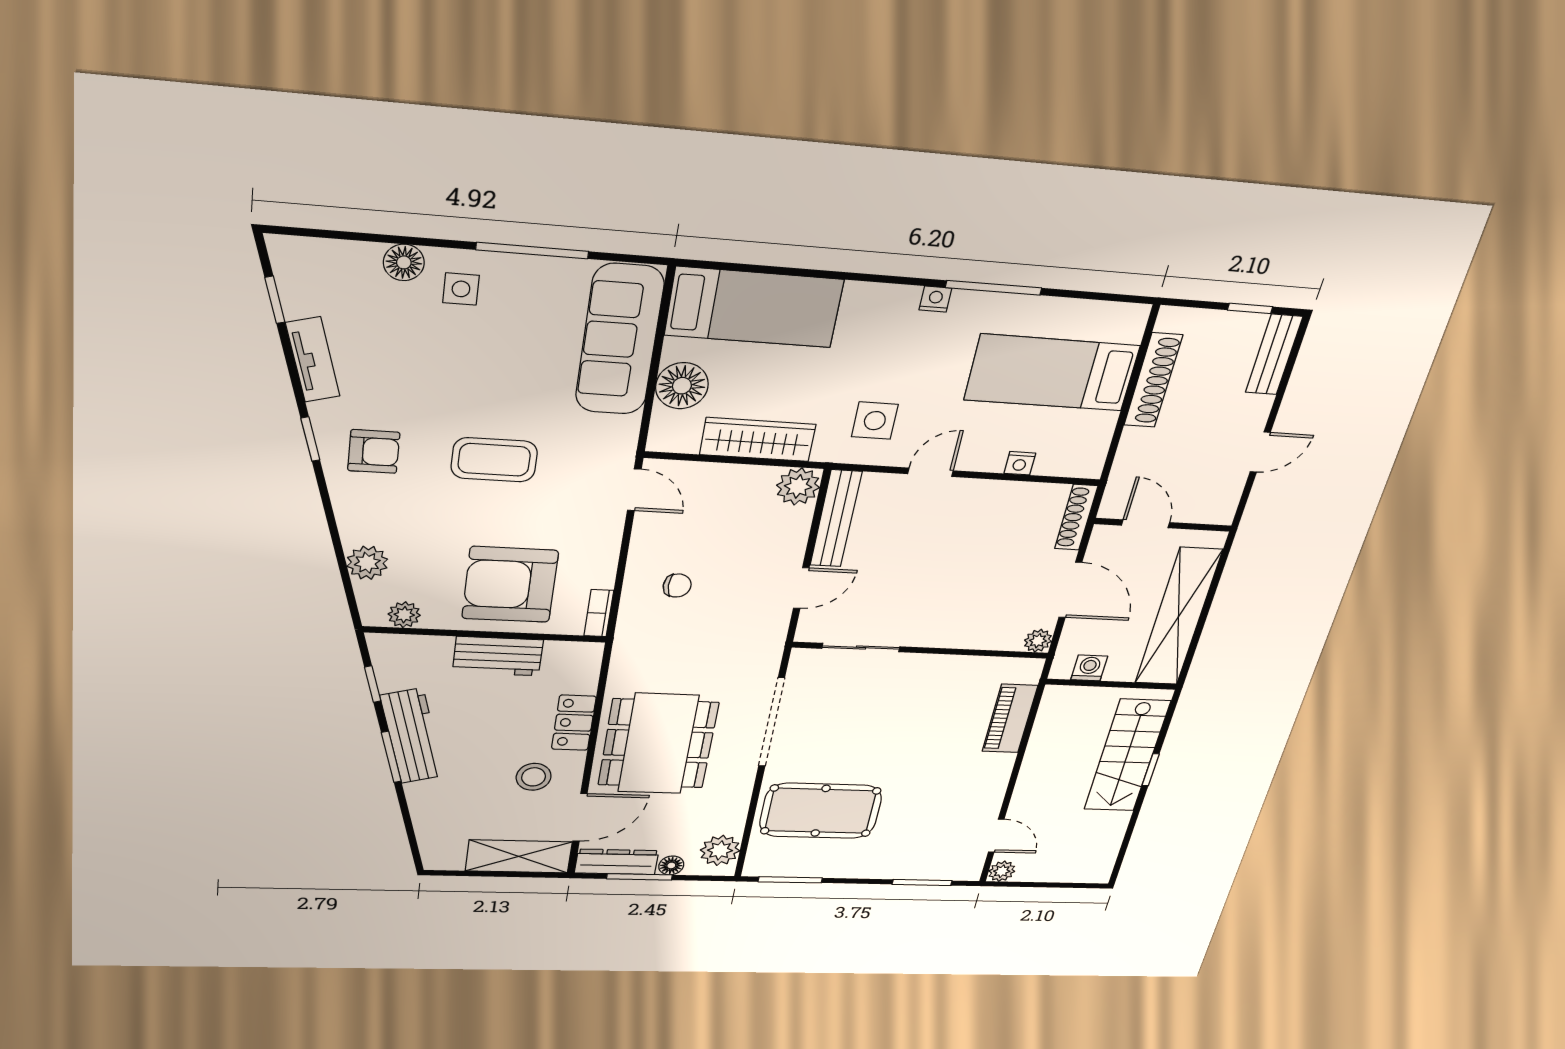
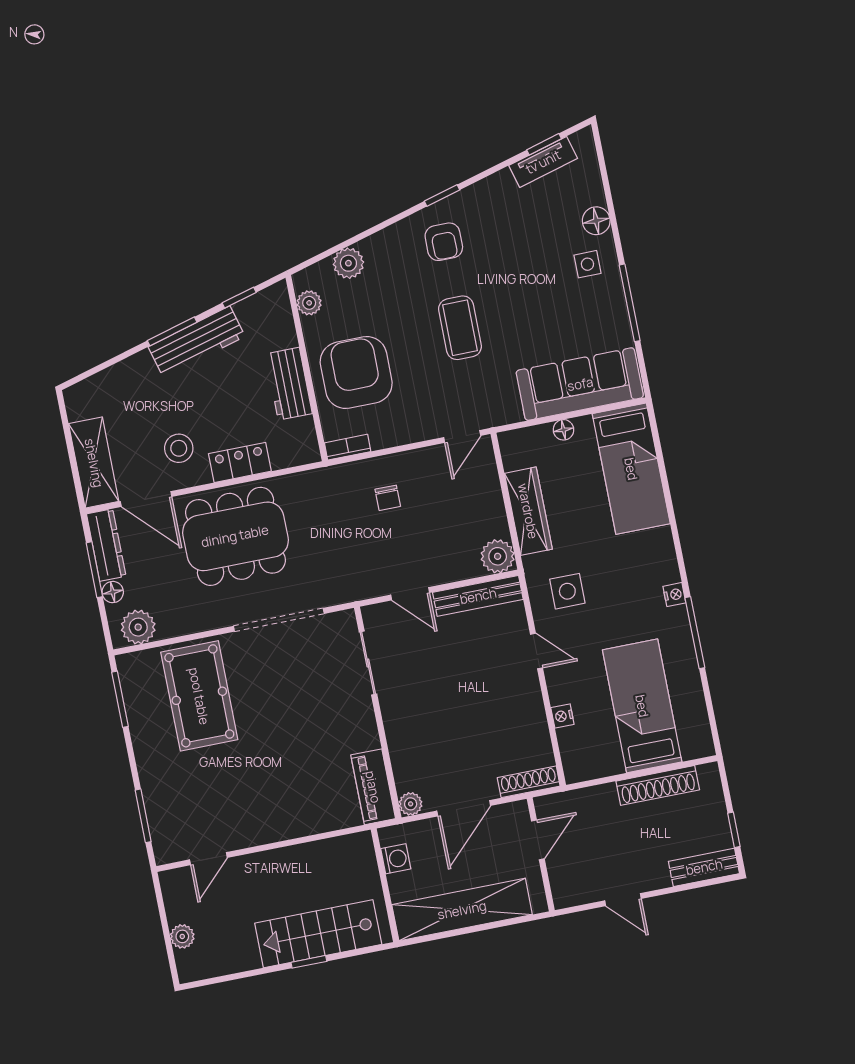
tv unit: (313, 360) -> (543, 162), moved
floor lamp: (682, 386) -> (563, 430), width x0.53, depth x0.53
piano: (1010, 719) -> (373, 787), moved, turned -90
plant: (1002, 871) -> (182, 936), moved

